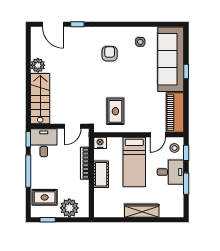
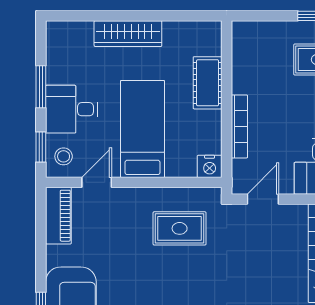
rug: (115, 111) -> (180, 228), turned 90
piano: (175, 112) -> (58, 216), width x0.73, depth x0.75
cot: (101, 174) -> (208, 83), moved
plant: (69, 208) -> (270, 39), removed

